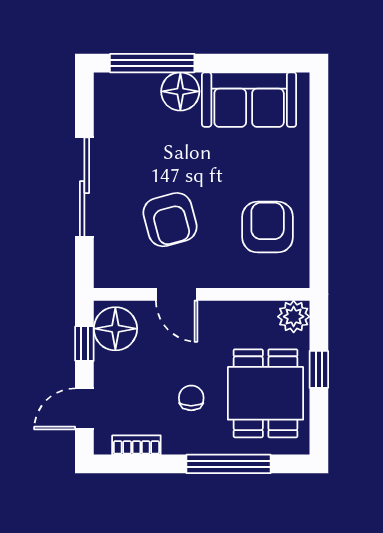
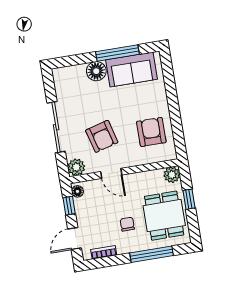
window: (152, 63) -> (117, 53), moved
plant: (111, 271) -> (76, 167), added
floor lamp: (115, 329) -> (77, 191), width x0.53, depth x0.53

